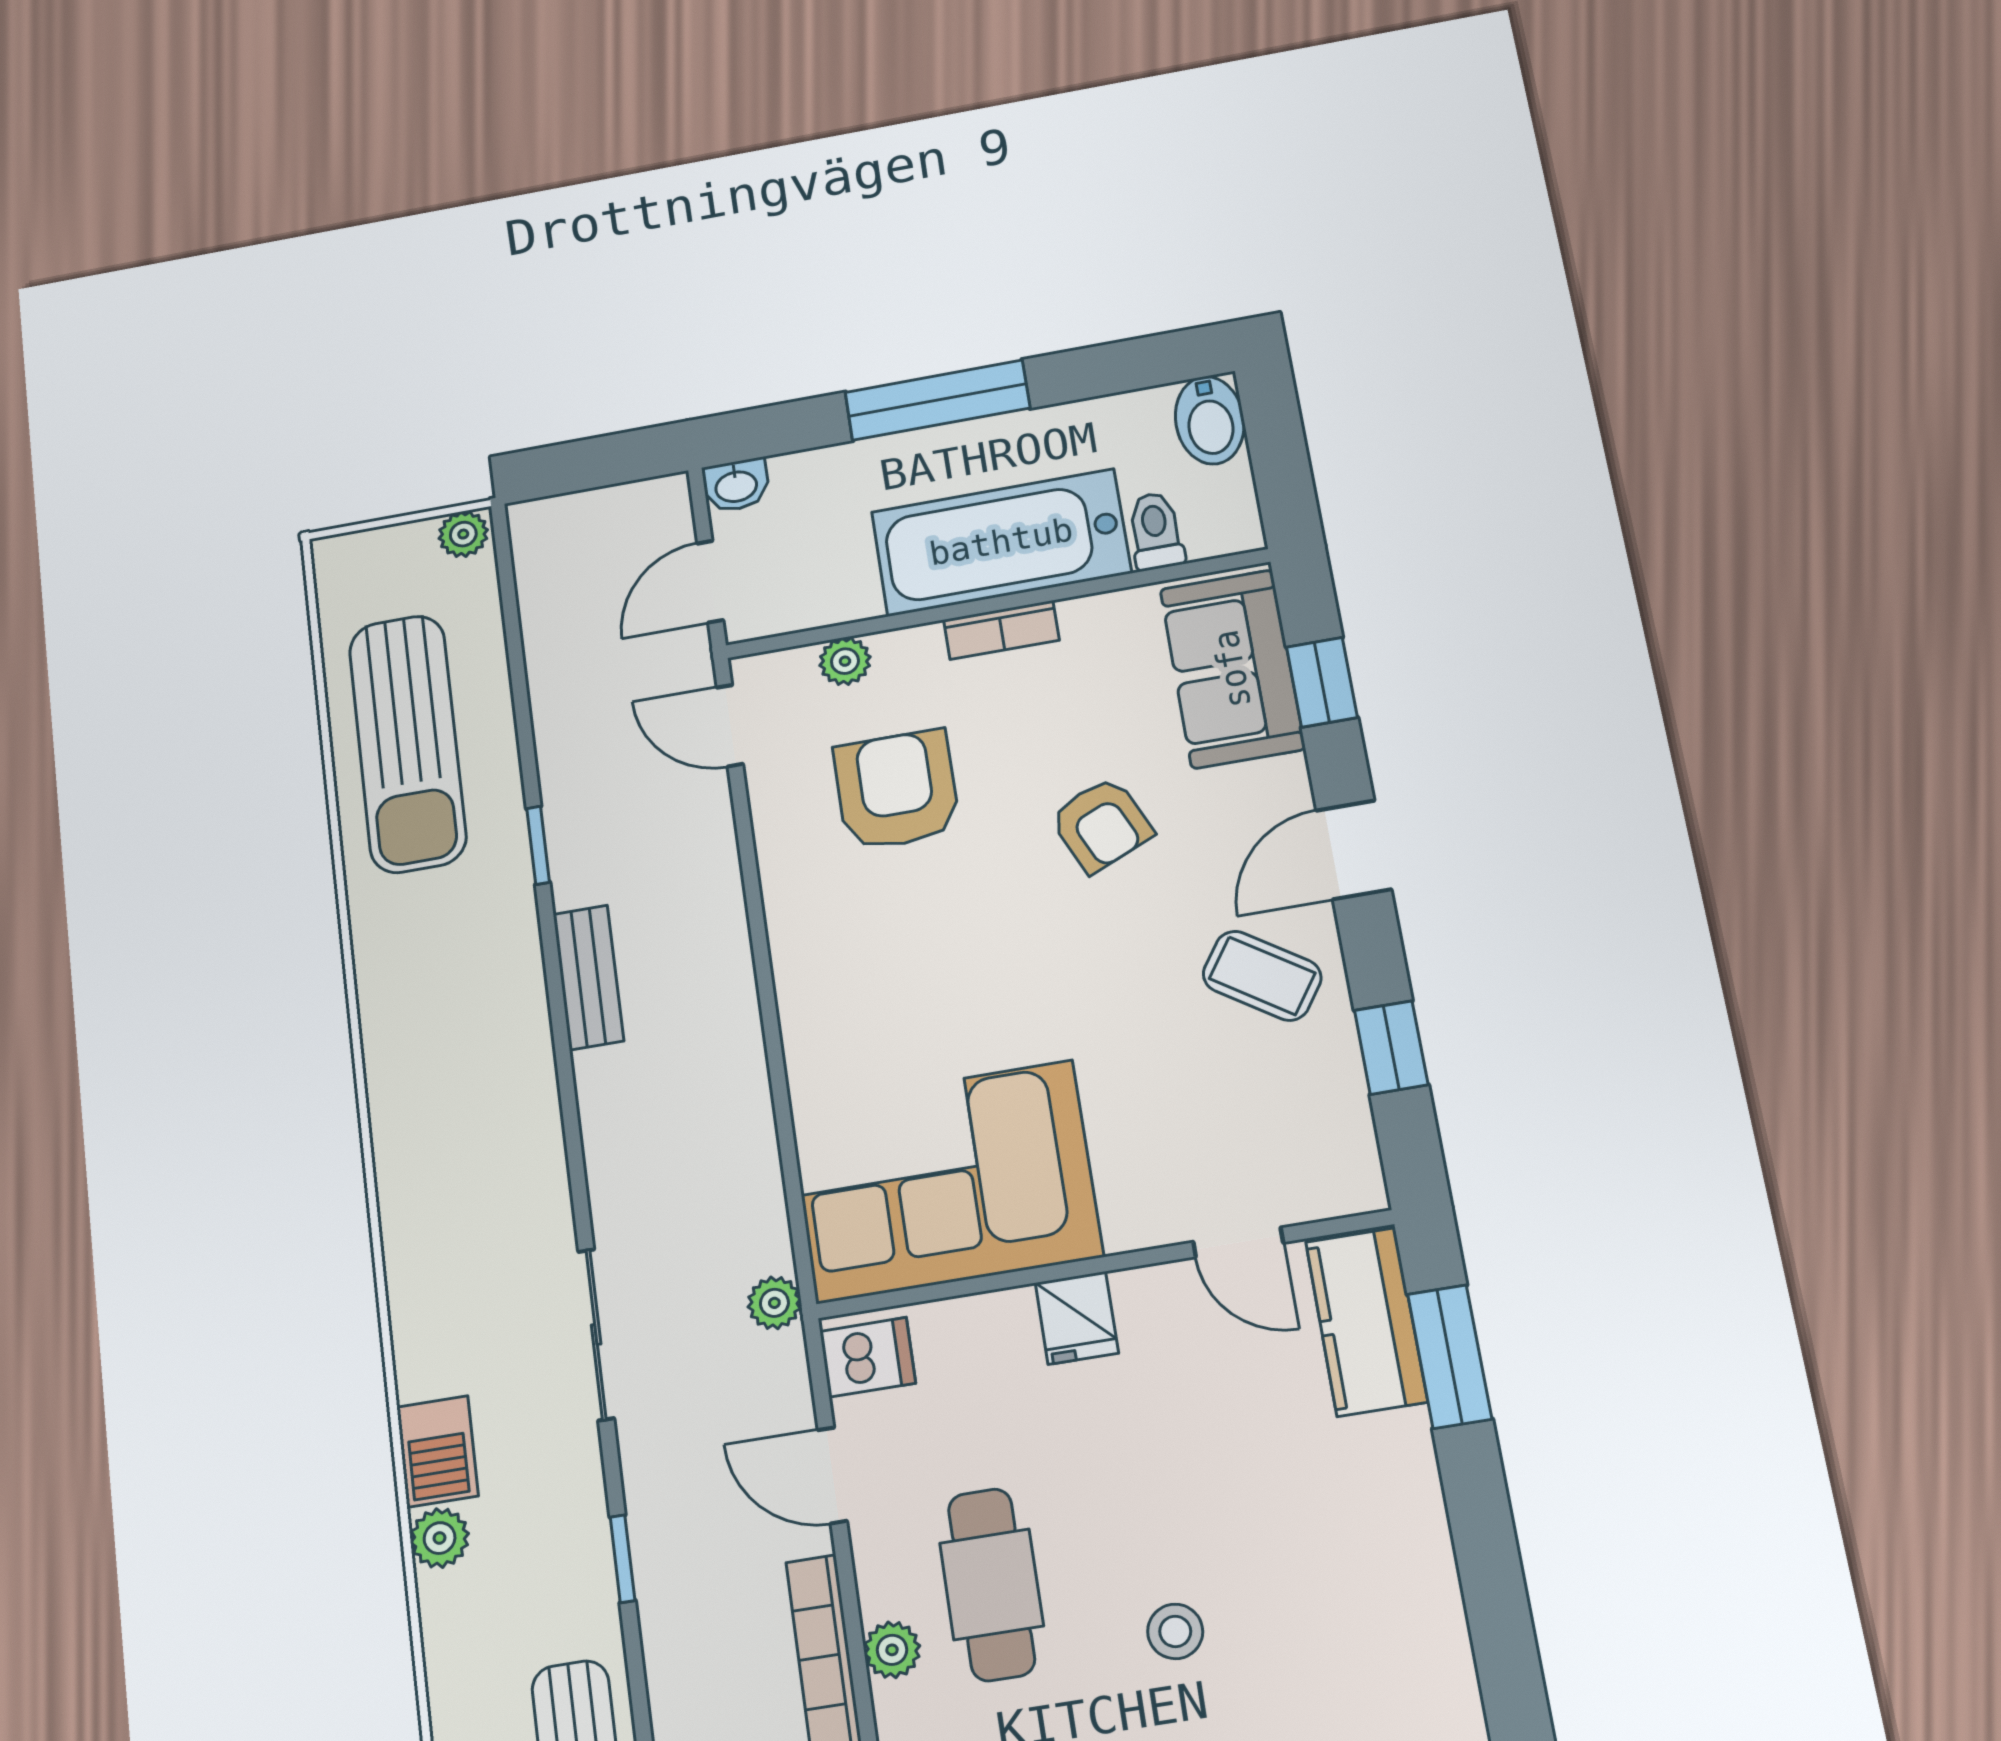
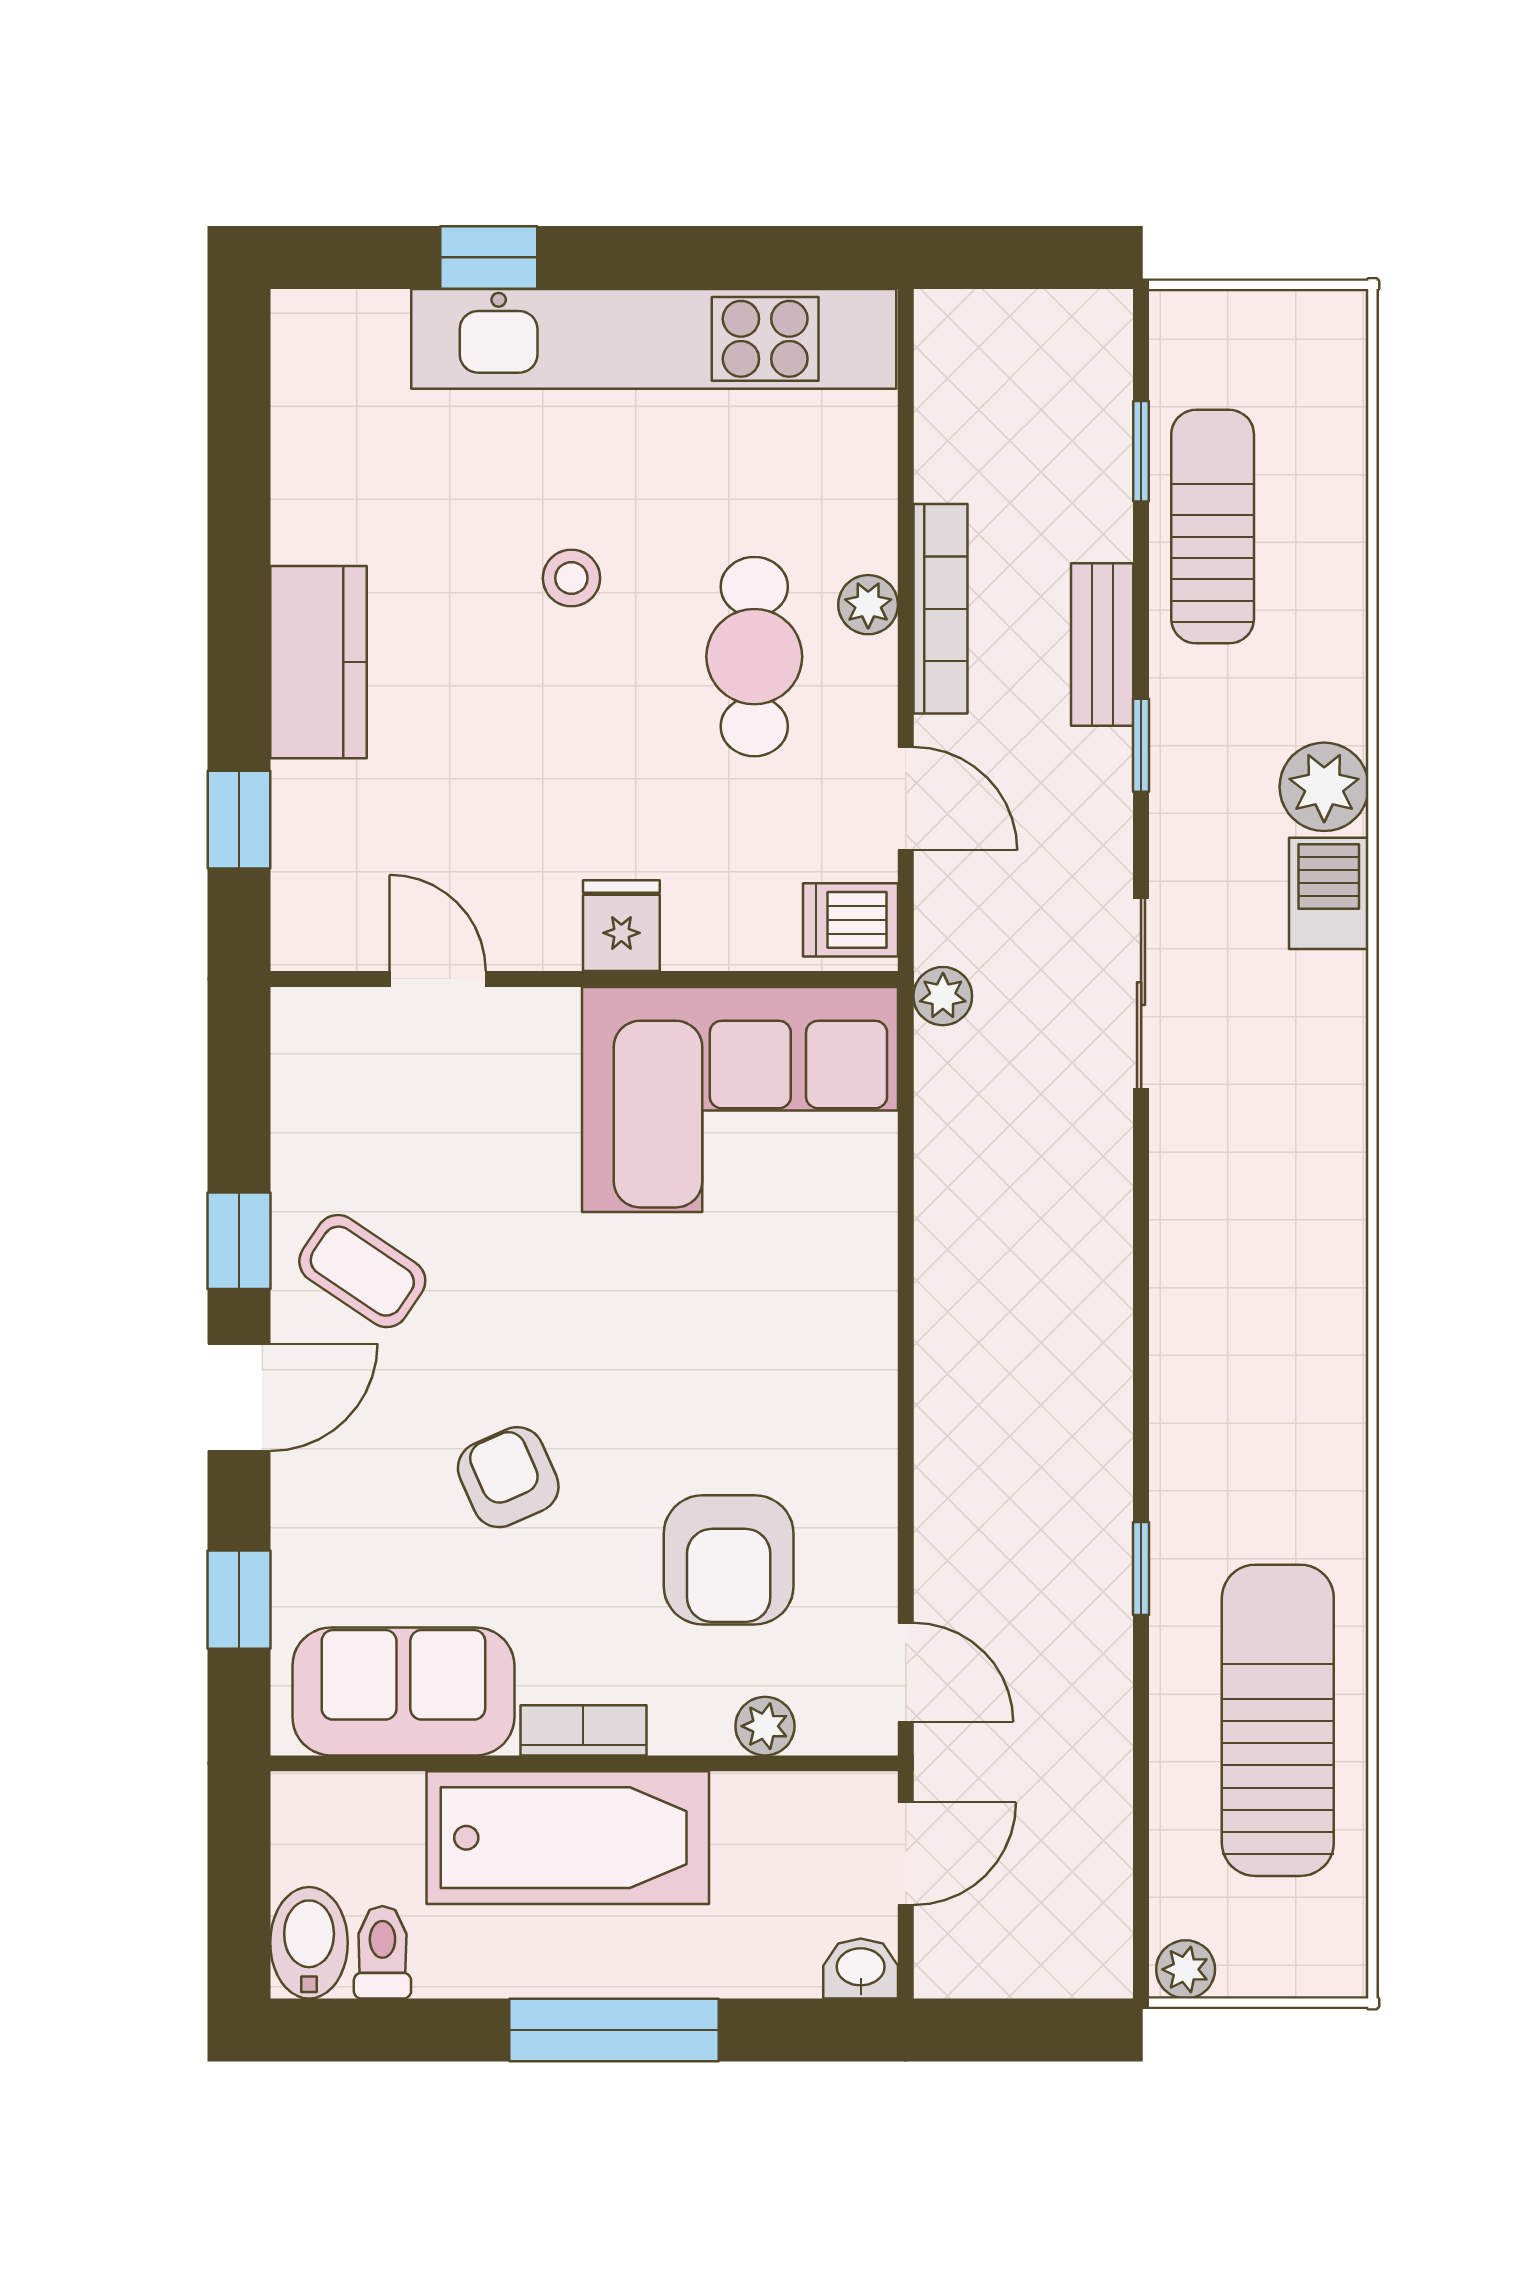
toilet: (1156, 531) -> (382, 1952), moved, turned 180
sofa: (1232, 669) -> (403, 1691), moved, turned -90
bench: (588, 977) -> (1102, 644), moved
window: (1391, 1048) -> (239, 1241), moved
kitchen counter: (1366, 1322) -> (318, 662), moved
window: (1450, 1356) -> (239, 820), width x0.67
plant: (439, 1538) -> (1324, 787), width x1.38, depth x1.38

